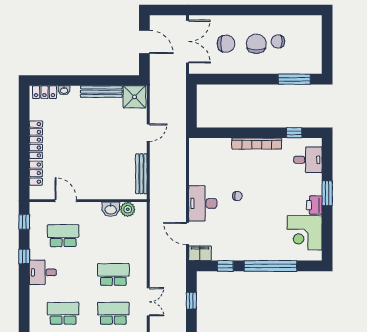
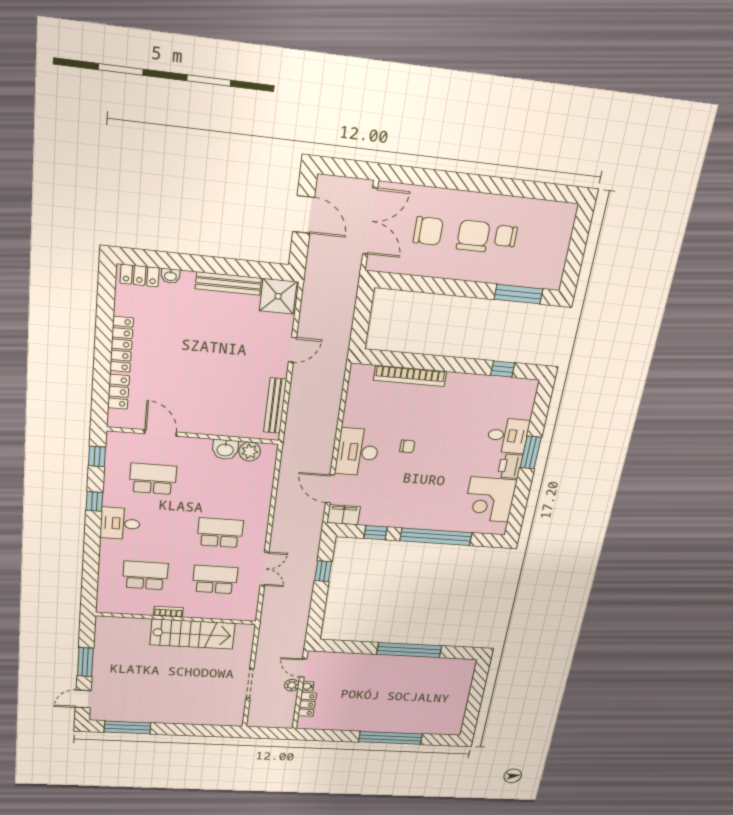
bookcase: (257, 144) -> (410, 376), moved
desk: (308, 160) -> (508, 436), moved

